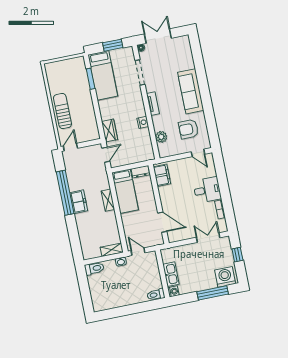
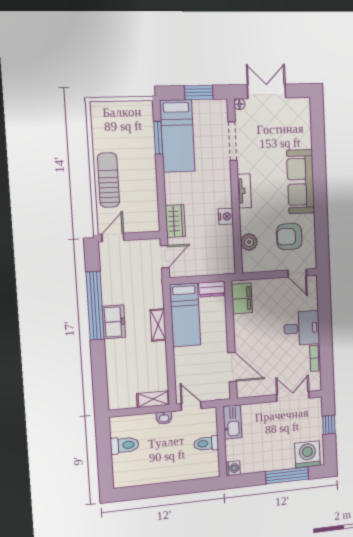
toilet: (94, 268) -> (125, 445), moved
kitchen sink: (171, 274) -> (232, 422), moved
toilet: (156, 295) -> (206, 443), moved

